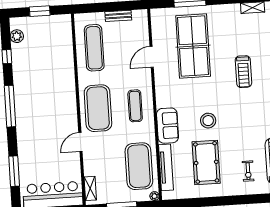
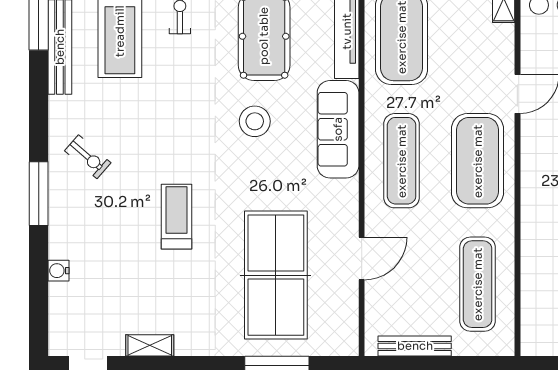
bench: (118, 16) -> (415, 346), width x1.36
exercise mat: (135, 106) -> (402, 161), width x1.36, depth x1.45
sofa: (168, 126) -> (338, 129), width x1.36

